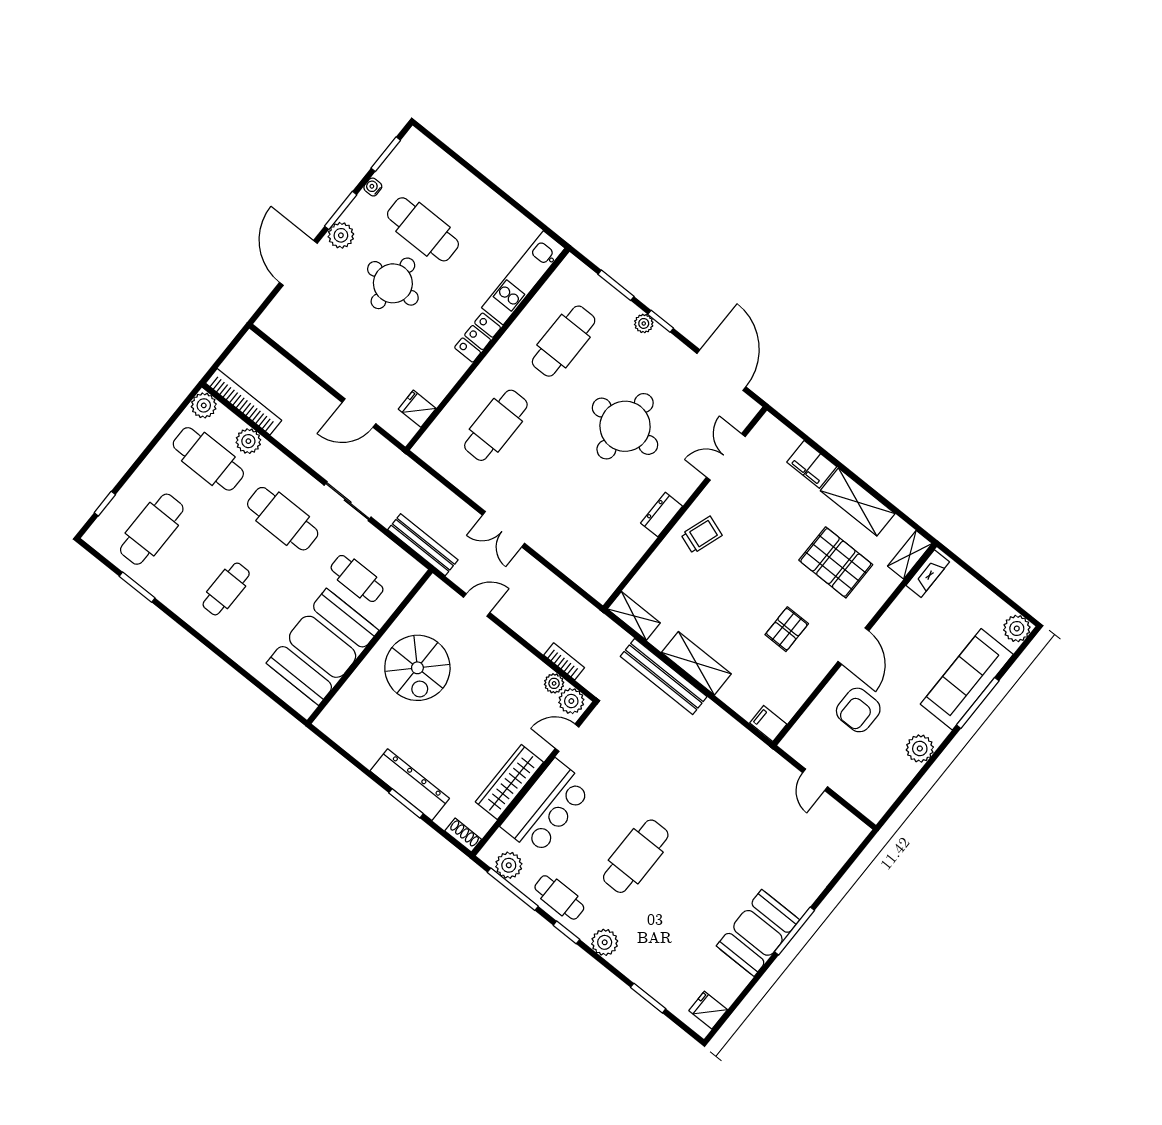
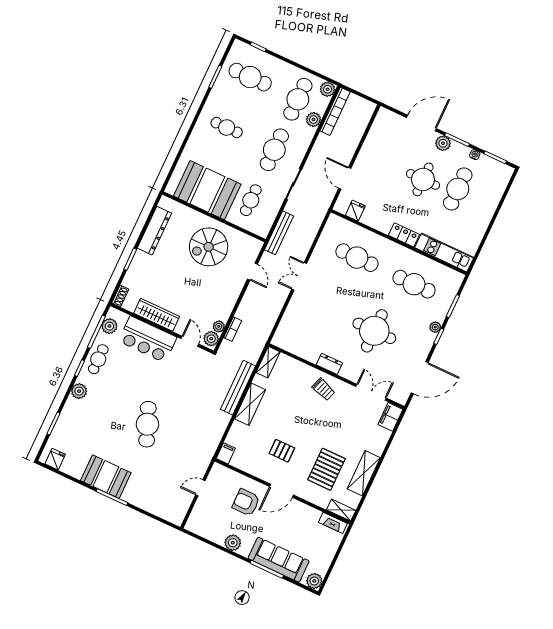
filing cabinet: (812, 464) -> (390, 417), moved
dresser: (410, 785) -> (154, 231), moved
cafe table: (636, 856) -> (147, 424), moved, turned 68

